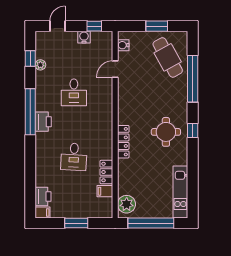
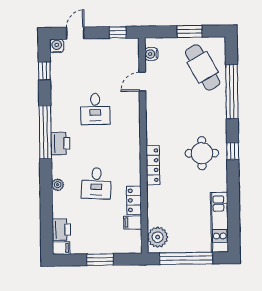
water cooler: (84, 37) -> (57, 46), moved
plant: (40, 65) -> (58, 185), moved

